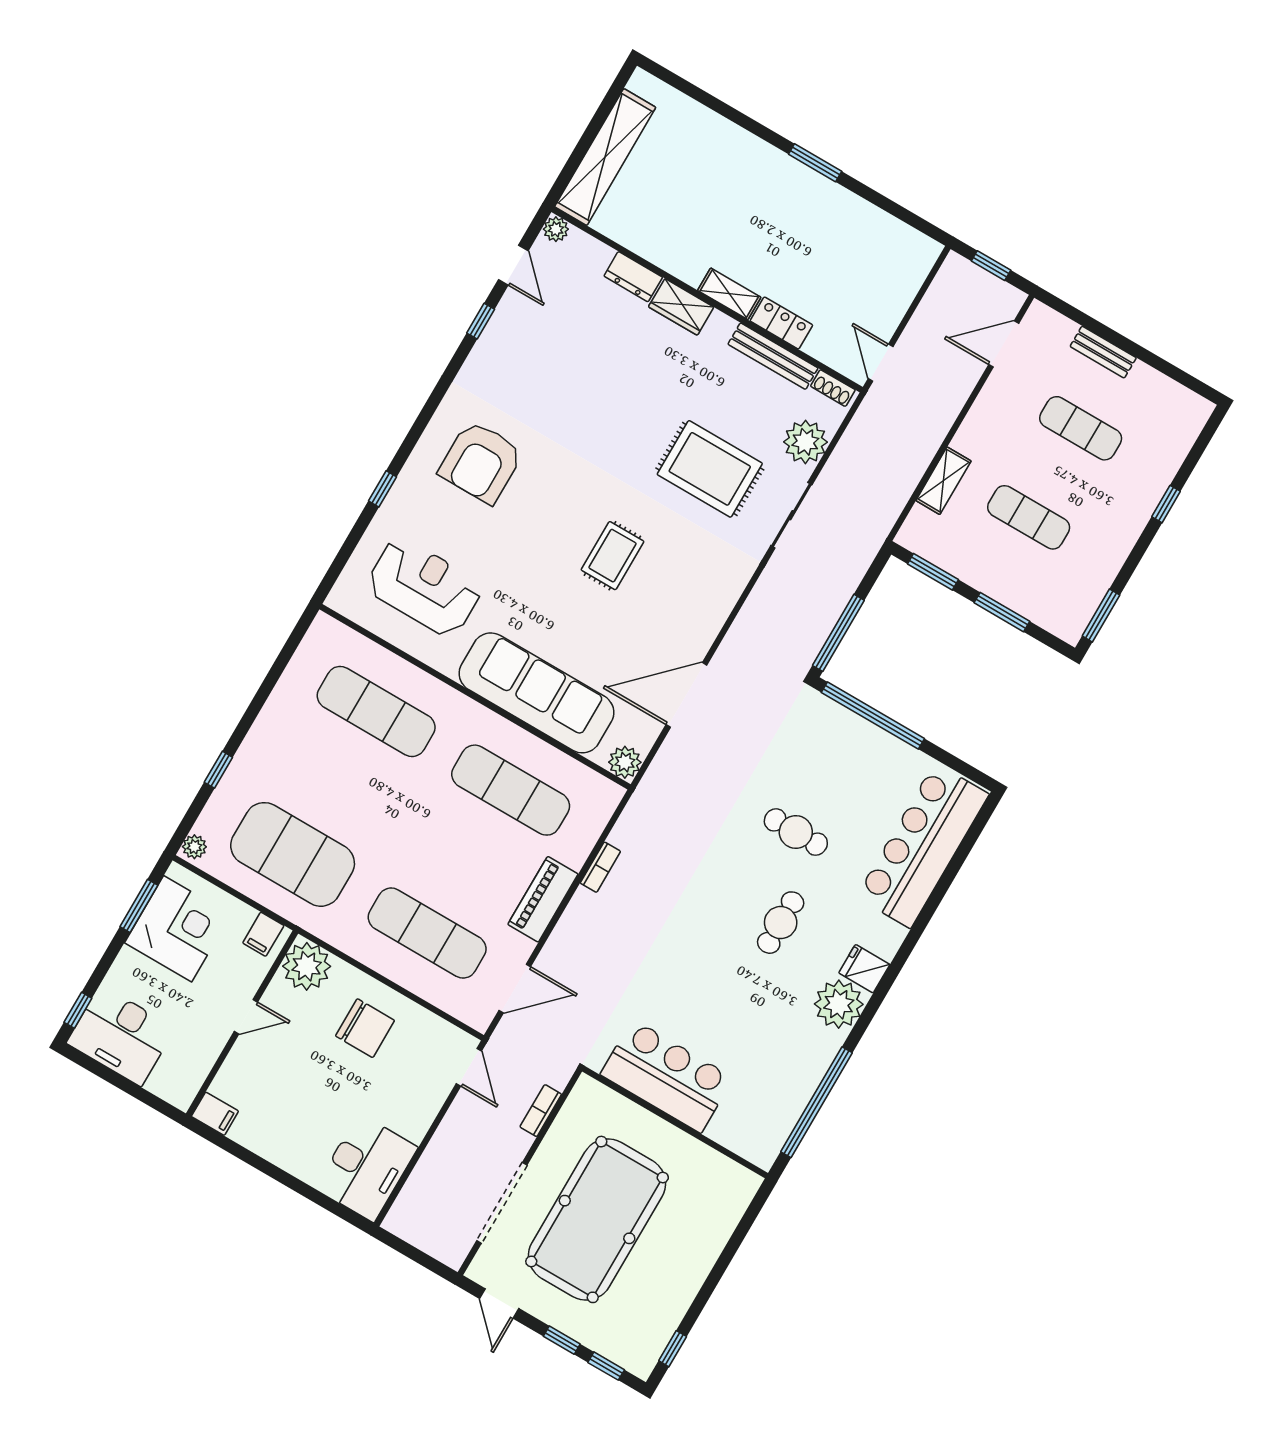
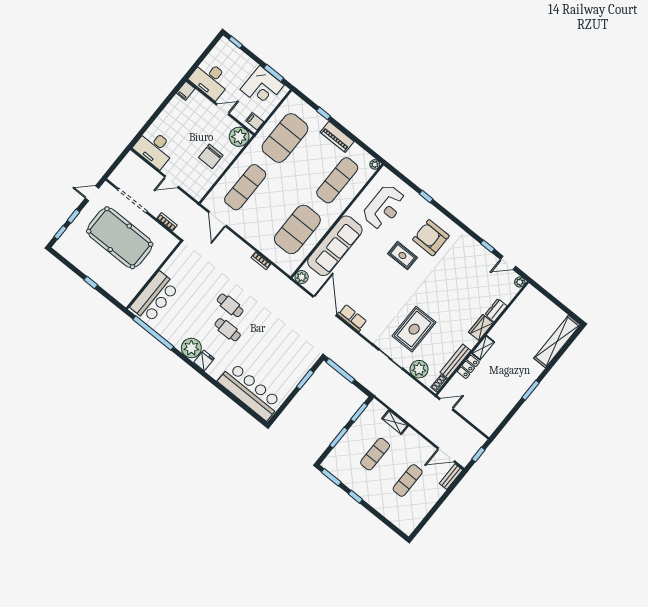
shelving: (605, 157) -> (557, 341), moved, turned 90
door: (1004, 344) -> (446, 455), swing flipped
bench: (1103, 352) -> (451, 477), moved
window: (1166, 504) -> (355, 497), moved
rug: (612, 556) -> (402, 256), moved
row of seats: (705, 624) -> (352, 318), added
window: (873, 715) -> (305, 379), width x0.47
exercise mat: (511, 790) -> (297, 229), width x1.47
cafe table: (796, 832) -> (230, 305), moved, turned 90
plant: (194, 847) -> (375, 164), moved
piano: (543, 899) -> (337, 137), moved, turned 180
door: (246, 1017) -> (223, 109), swing flipped
desk: (121, 1036) -> (210, 80), moved, turned -90
door: (469, 1067) -> (172, 182), moved
bar counter: (667, 1076) -> (155, 297), moved
window: (673, 1349) -> (91, 282), moved

